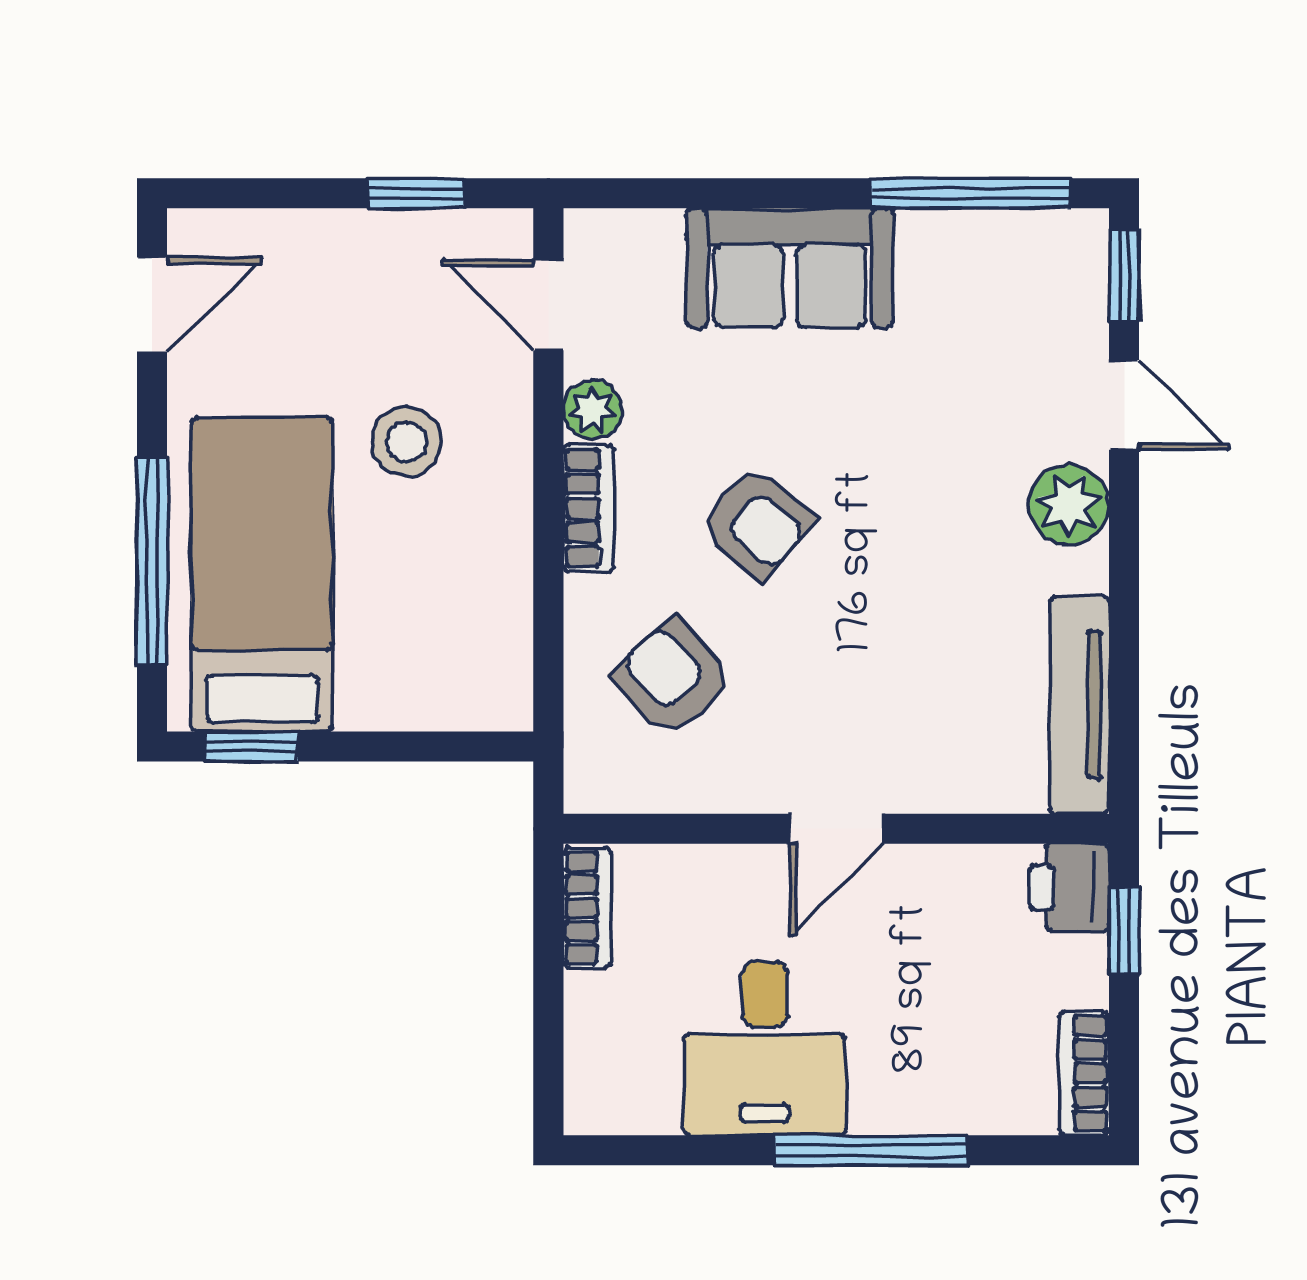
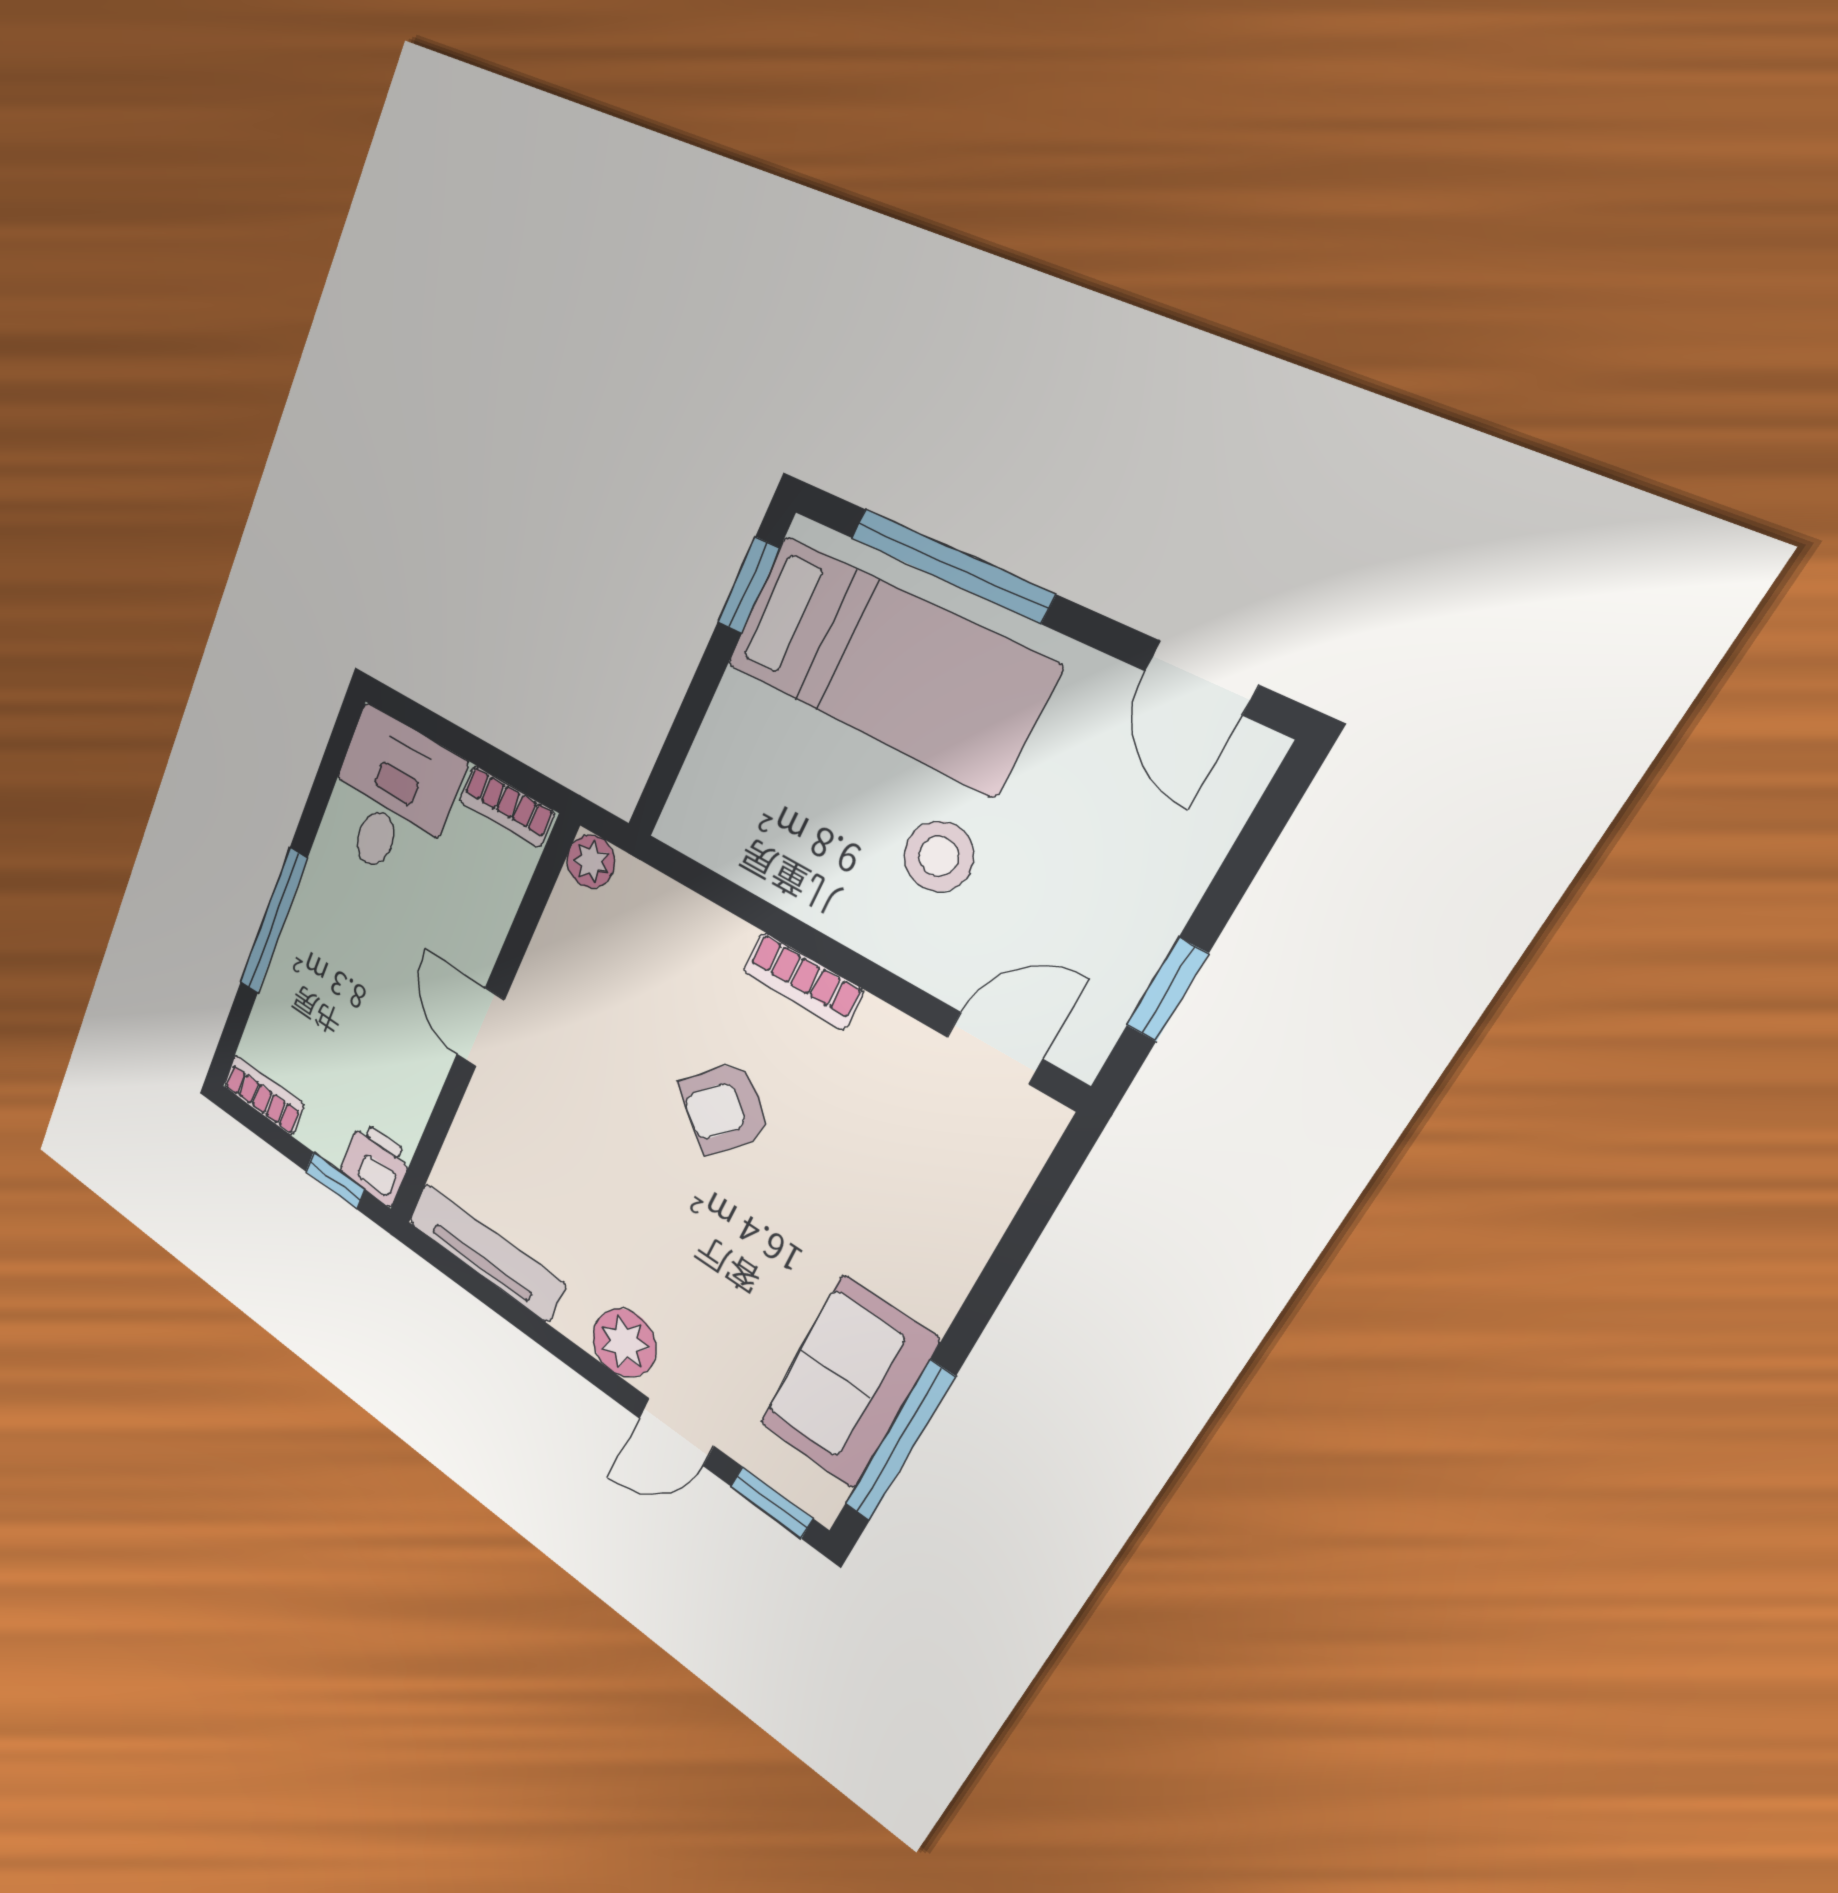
sofa: (790, 268) -> (848, 1382), moved
plant: (593, 410) -> (591, 861), moved
armchair: (672, 678) -> (640, 970), removed
desk: (765, 1048) -> (391, 798), moved, turned 90

